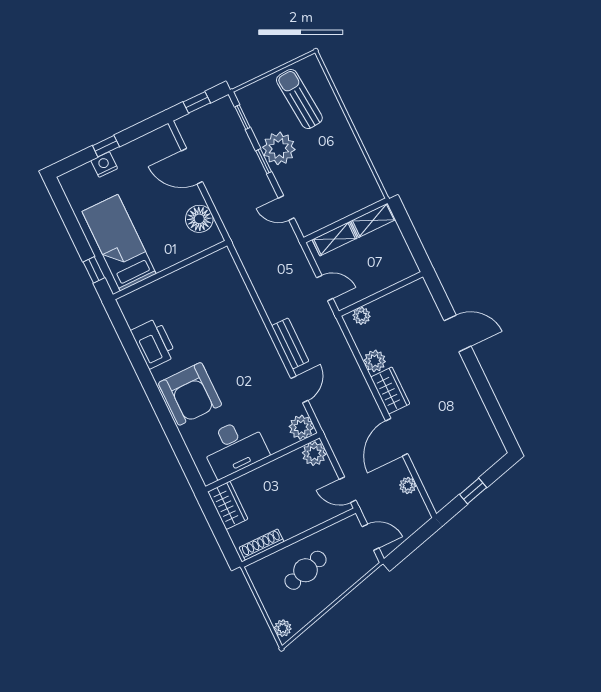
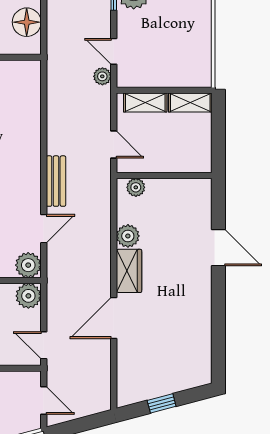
plant: (408, 486) -> (102, 76), moved

